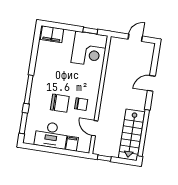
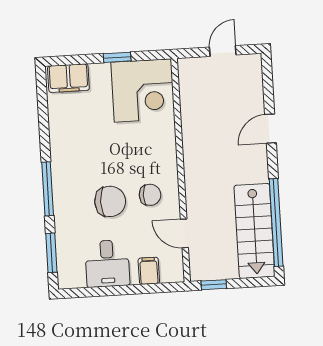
window: (90, 31) -> (117, 57), moved
desk: (51, 135) -> (107, 263), width x0.73

